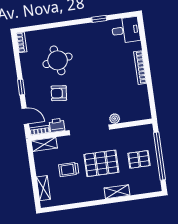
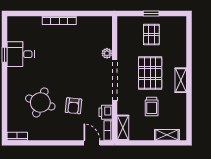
desk: (126, 30) -> (21, 54), moved, turned -90
round table: (58, 60) -> (40, 102), turned 31
window: (21, 87) -> (62, 143), removed
door: (25, 116) -> (92, 143), hinge flipped
window: (159, 156) -> (151, 13), width x0.32
shelving: (117, 192) -> (181, 80), moved

